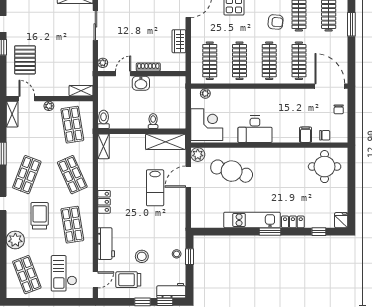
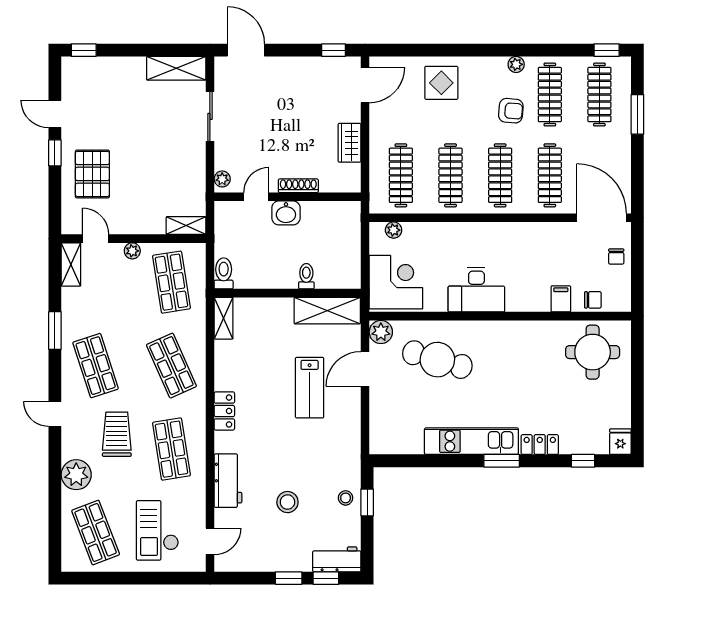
shop shelf: (27, 175) -> (96, 366), turned -39
trolley: (128, 280) -> (265, 541), removed

